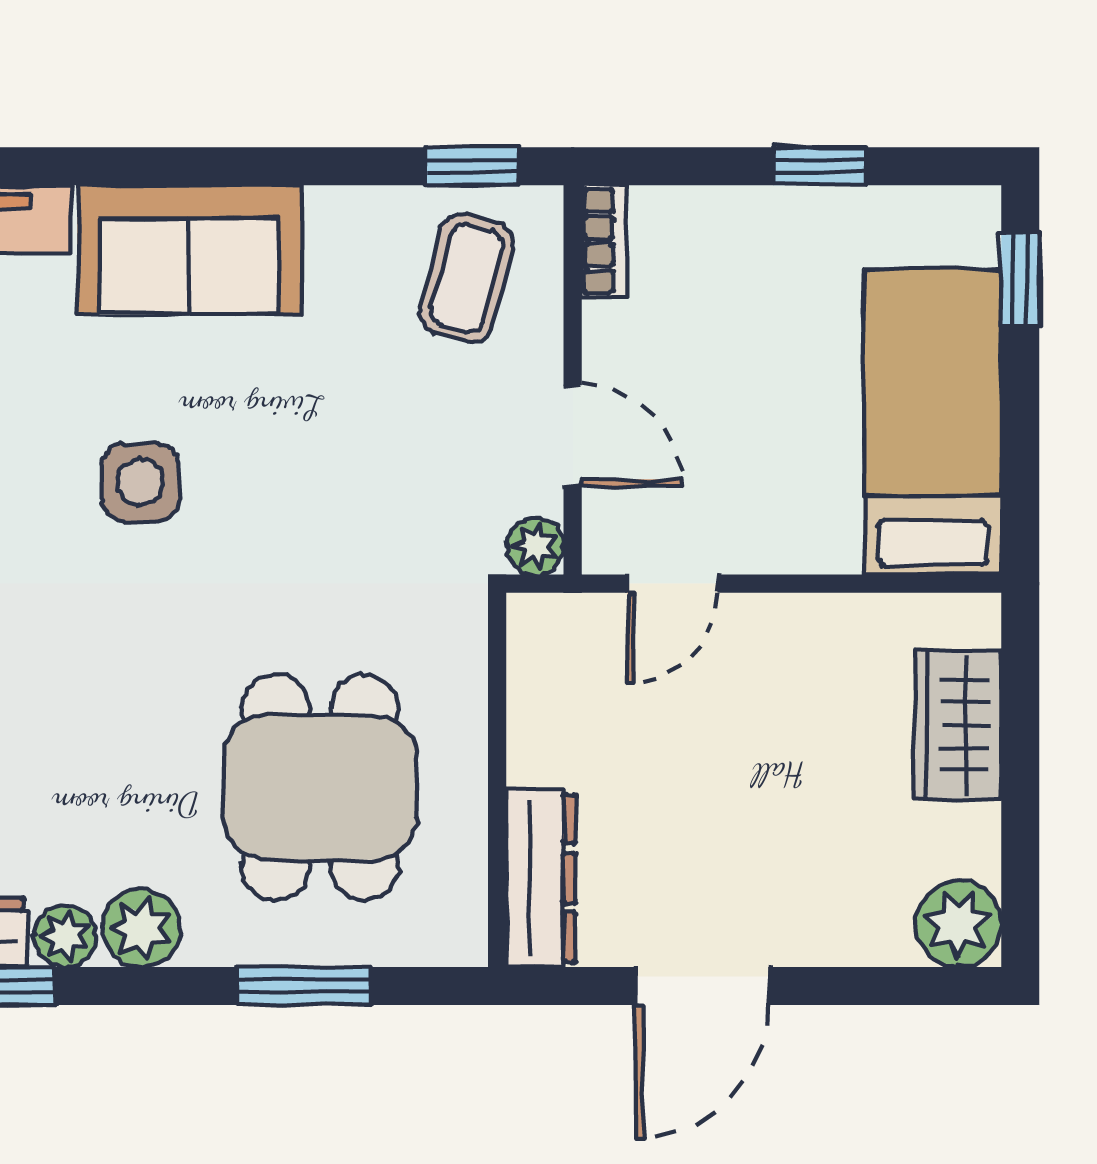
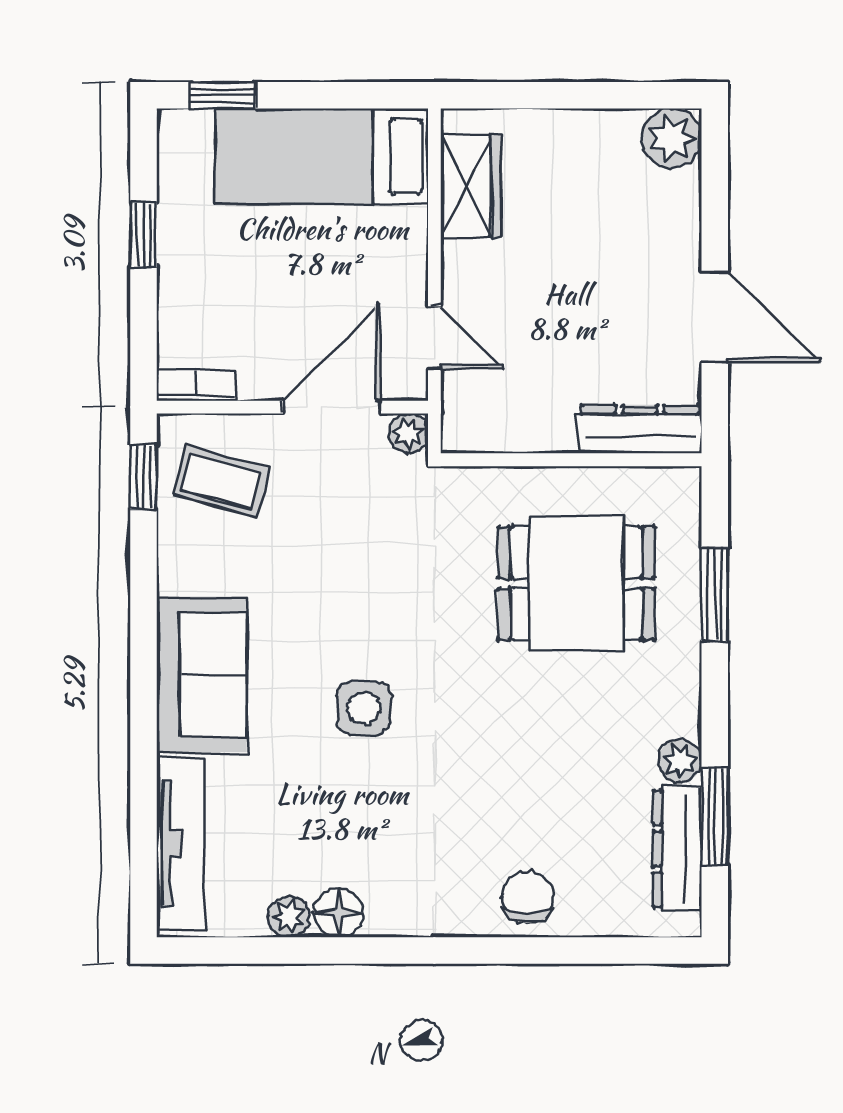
door: (573, 436) -> (331, 407), width x1.38
wardrobe: (958, 725) -> (471, 186), moved, turned -90
plant: (141, 928) -> (674, 708), removed

